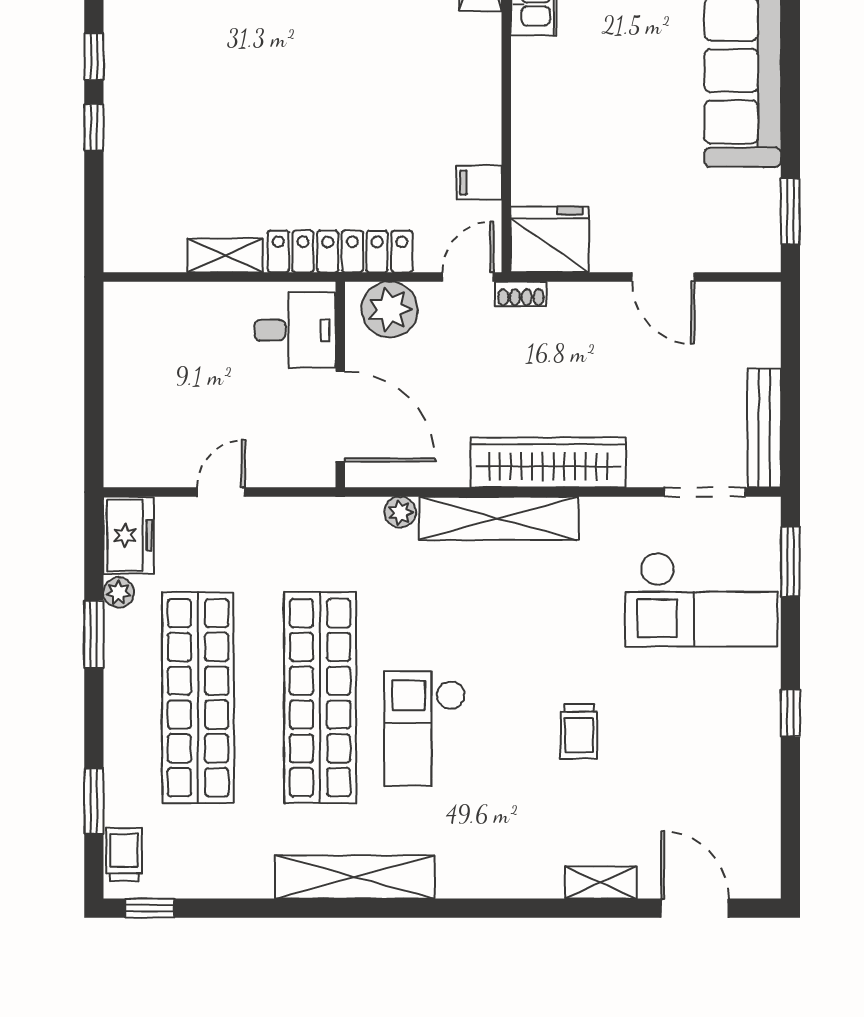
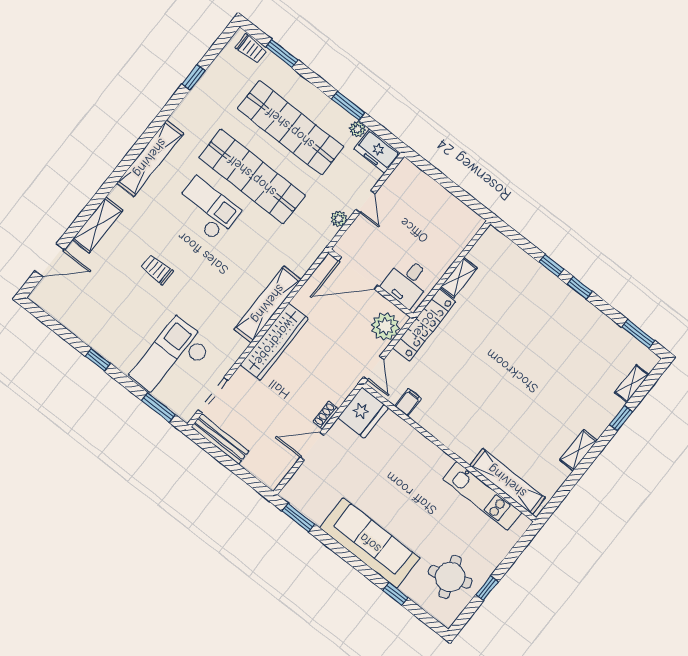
shoe rack: (521, 294) -> (326, 415), moved
plant: (400, 512) -> (339, 219), moved
shelving: (355, 877) -> (150, 158), moved
shelving: (601, 883) -> (97, 225), width x1.50, depth x1.33
window: (150, 908) -> (194, 77), moved

